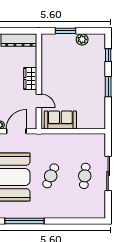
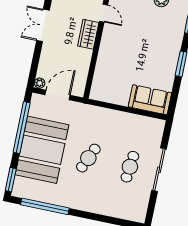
door: (39, 101) -> (104, 13), moved
sofa: (60, 120) -> (150, 100), moved

